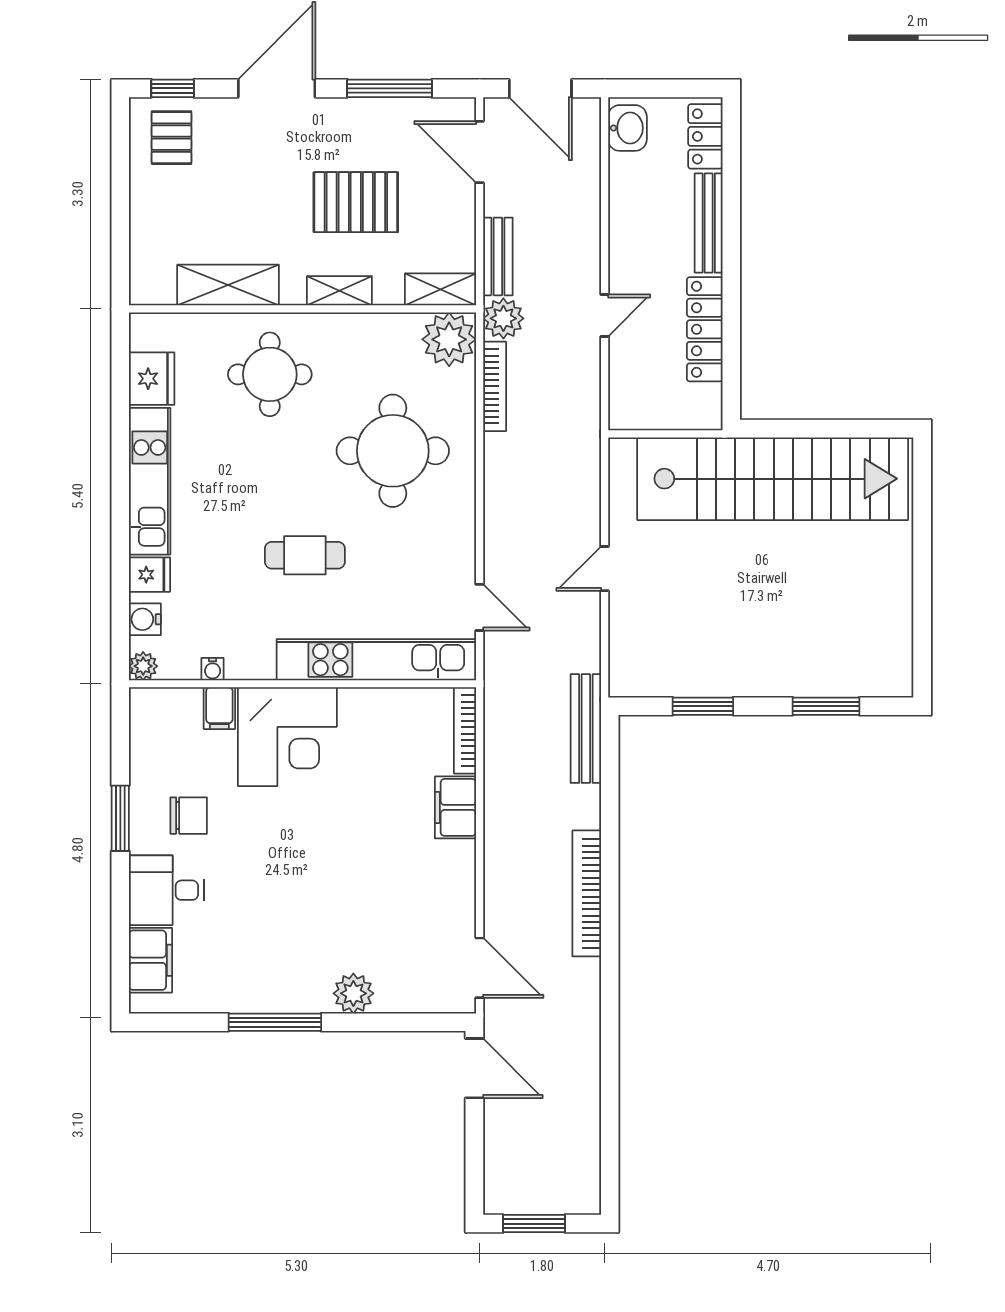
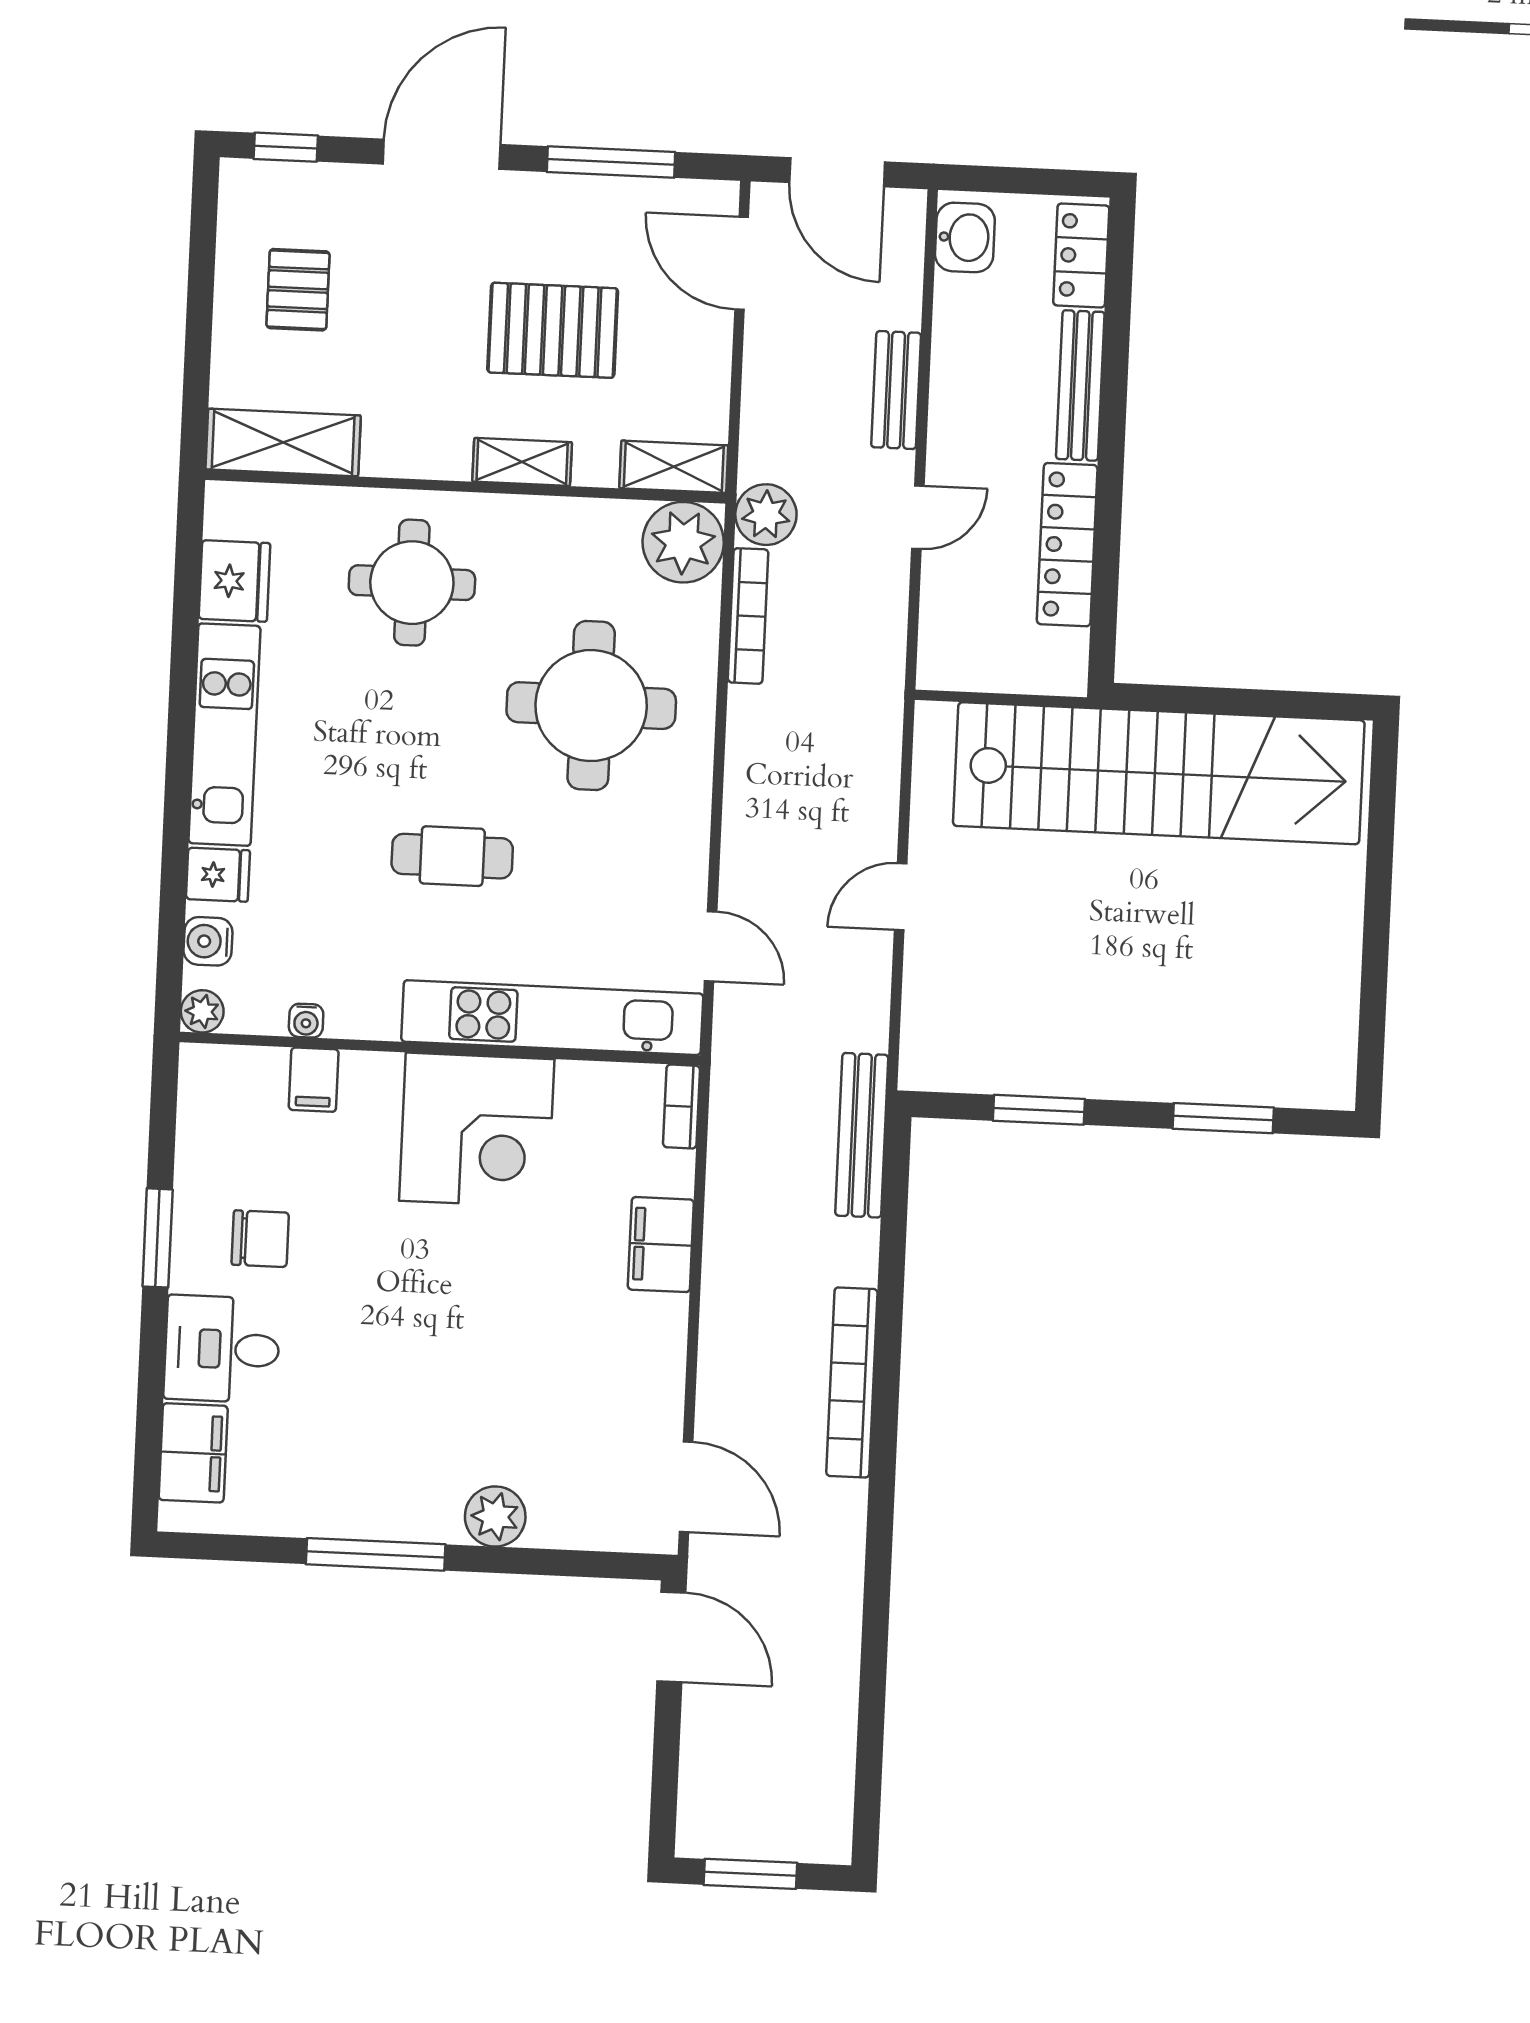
pallet: (172, 138) -> (298, 290), moved
bench: (498, 256) -> (896, 390), moved
shelving: (228, 285) -> (283, 442), moved
bookcase: (465, 730) -> (681, 1106), width x0.64
corner desk: (287, 737) -> (477, 1130), moved

